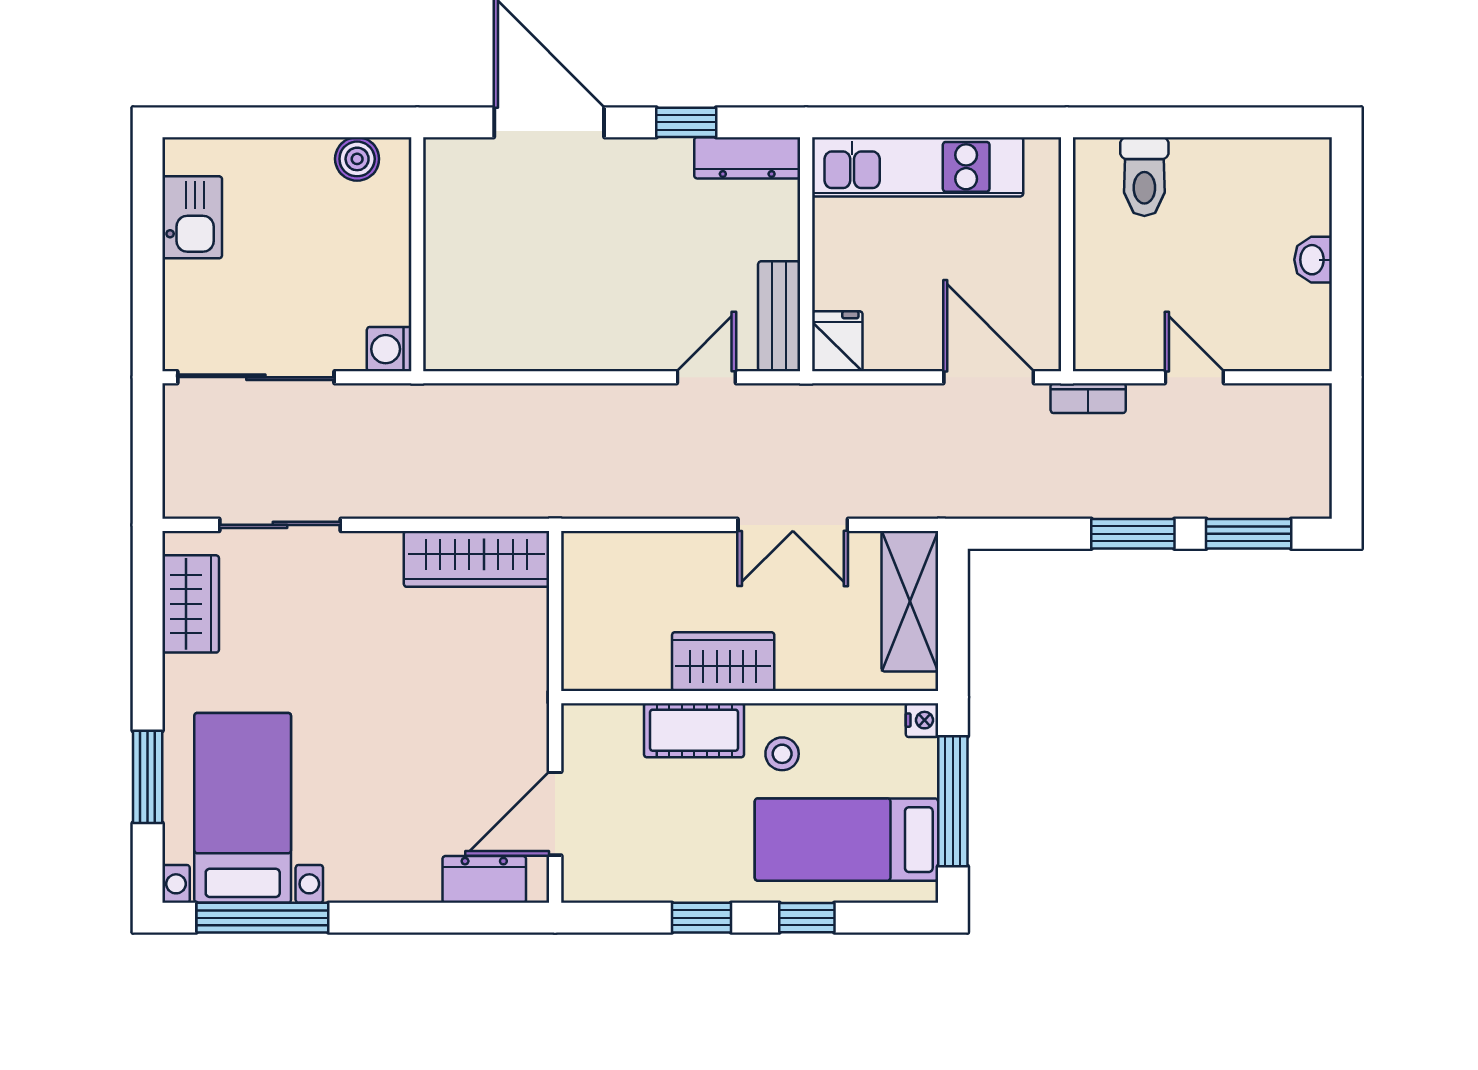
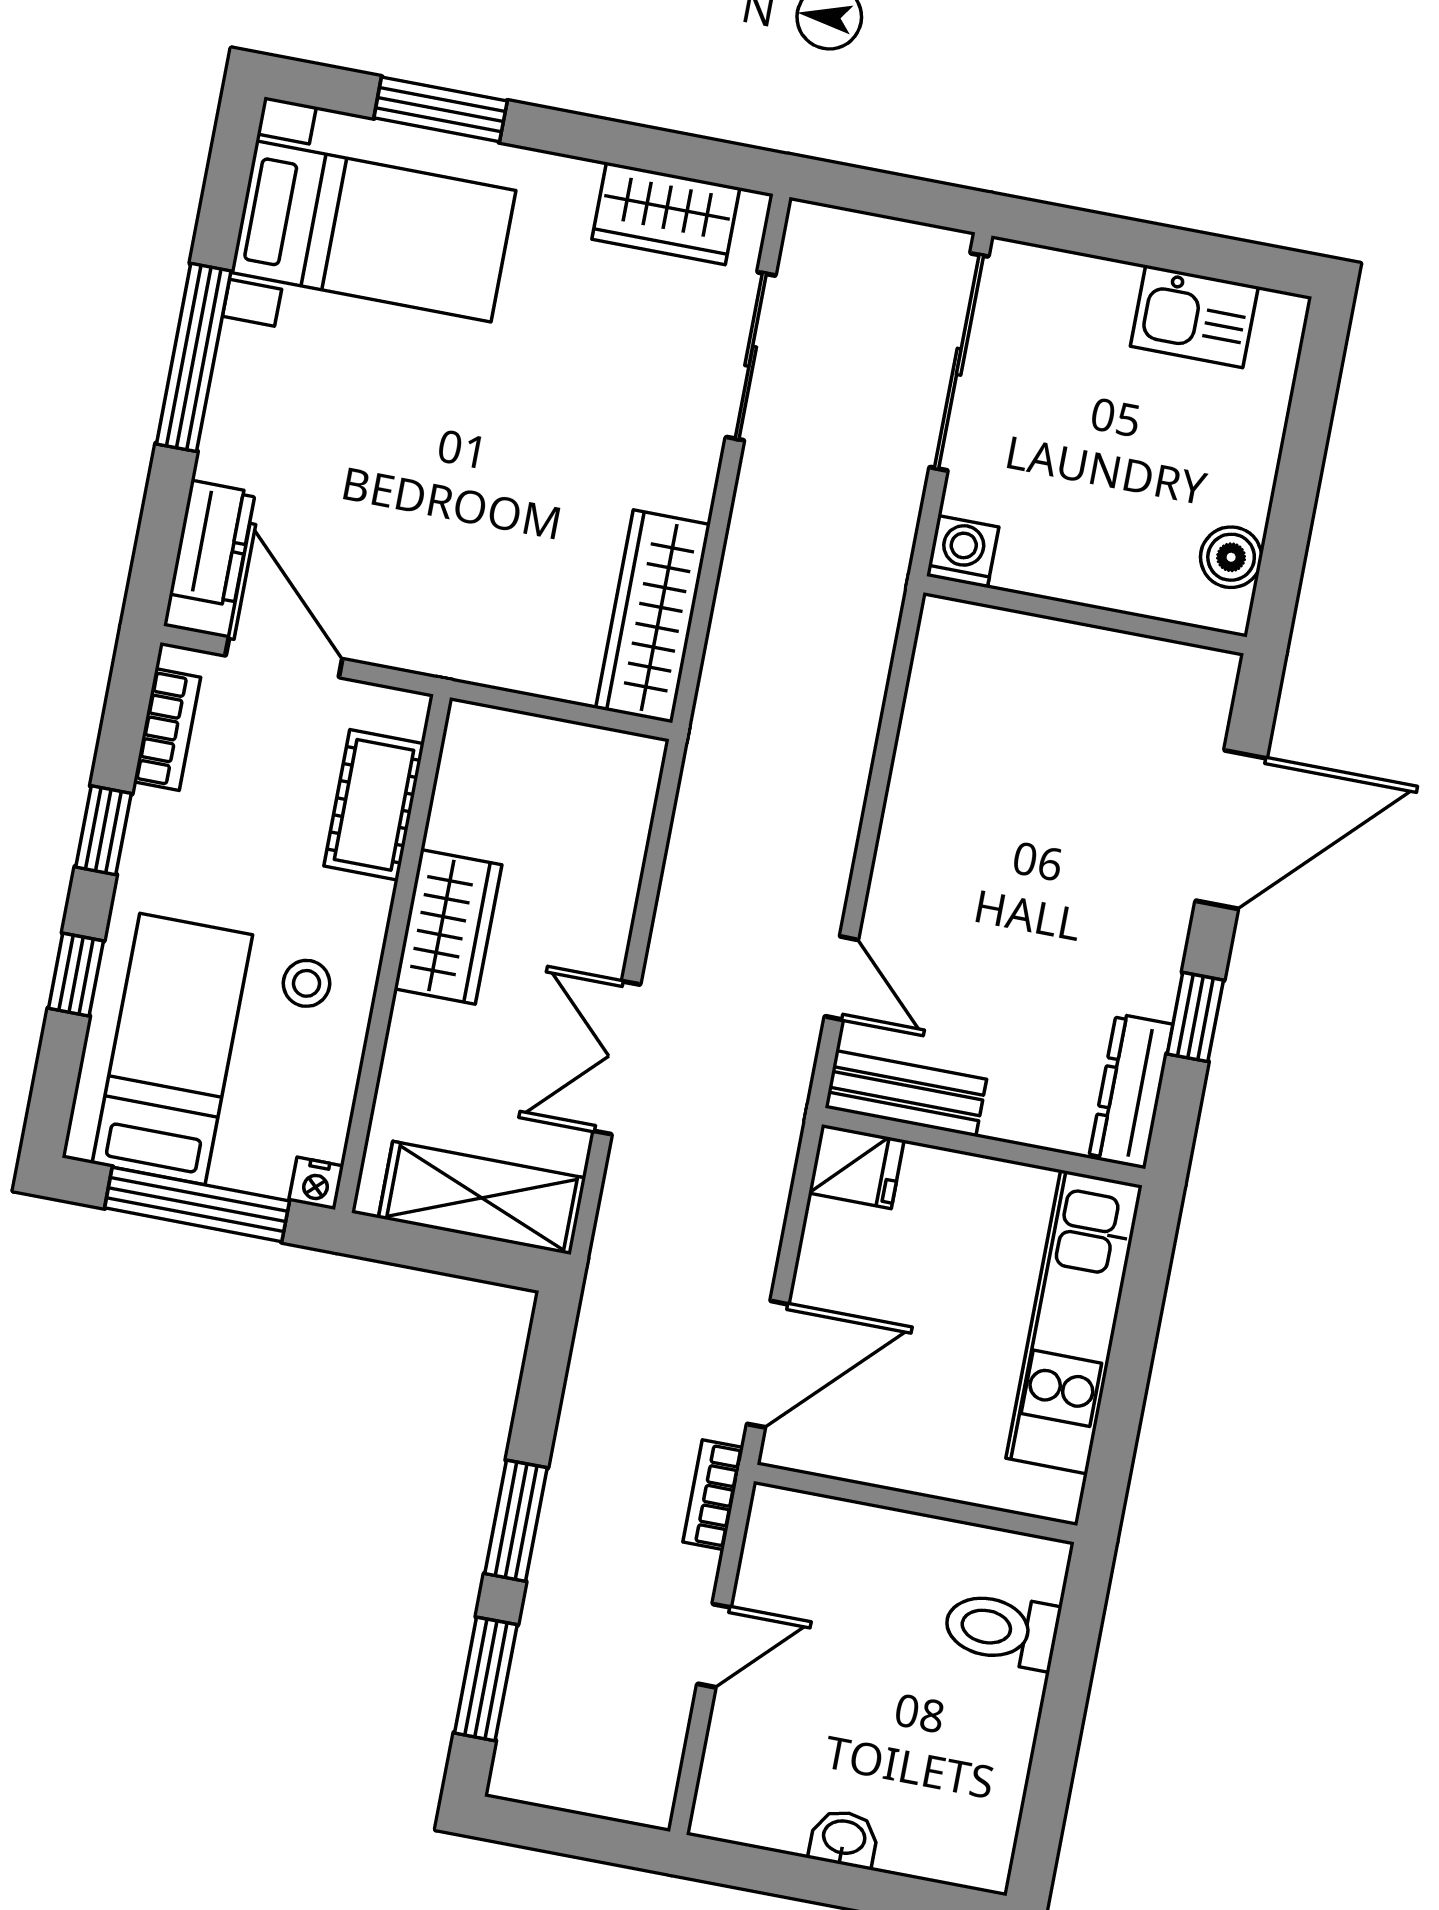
cot: (694, 730) -> (374, 805), moved
bookcase: (622, 886) -> (167, 730), added
window: (262, 918) -> (194, 357), moved

